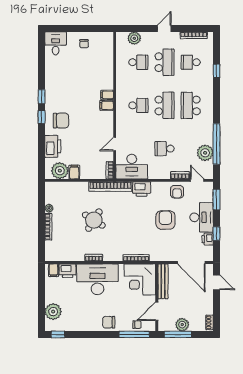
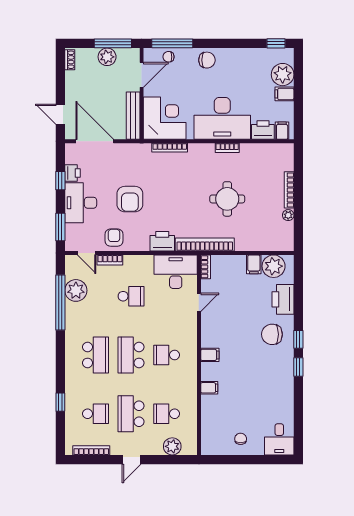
filing cabinet: (107, 95) -> (209, 388), moved
round table: (94, 220) -> (227, 199), turned -32
filing cabinet: (52, 297) -> (284, 94), added

